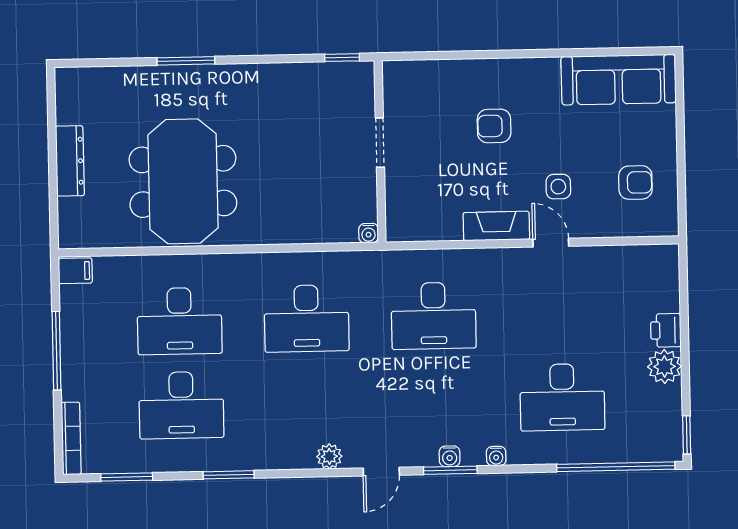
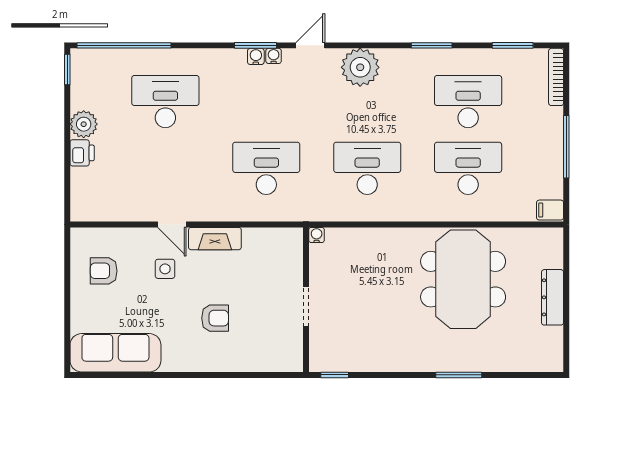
plant: (329, 456) -> (360, 67), width x1.88, depth x1.88
water cooler: (496, 456) -> (274, 56), moved

